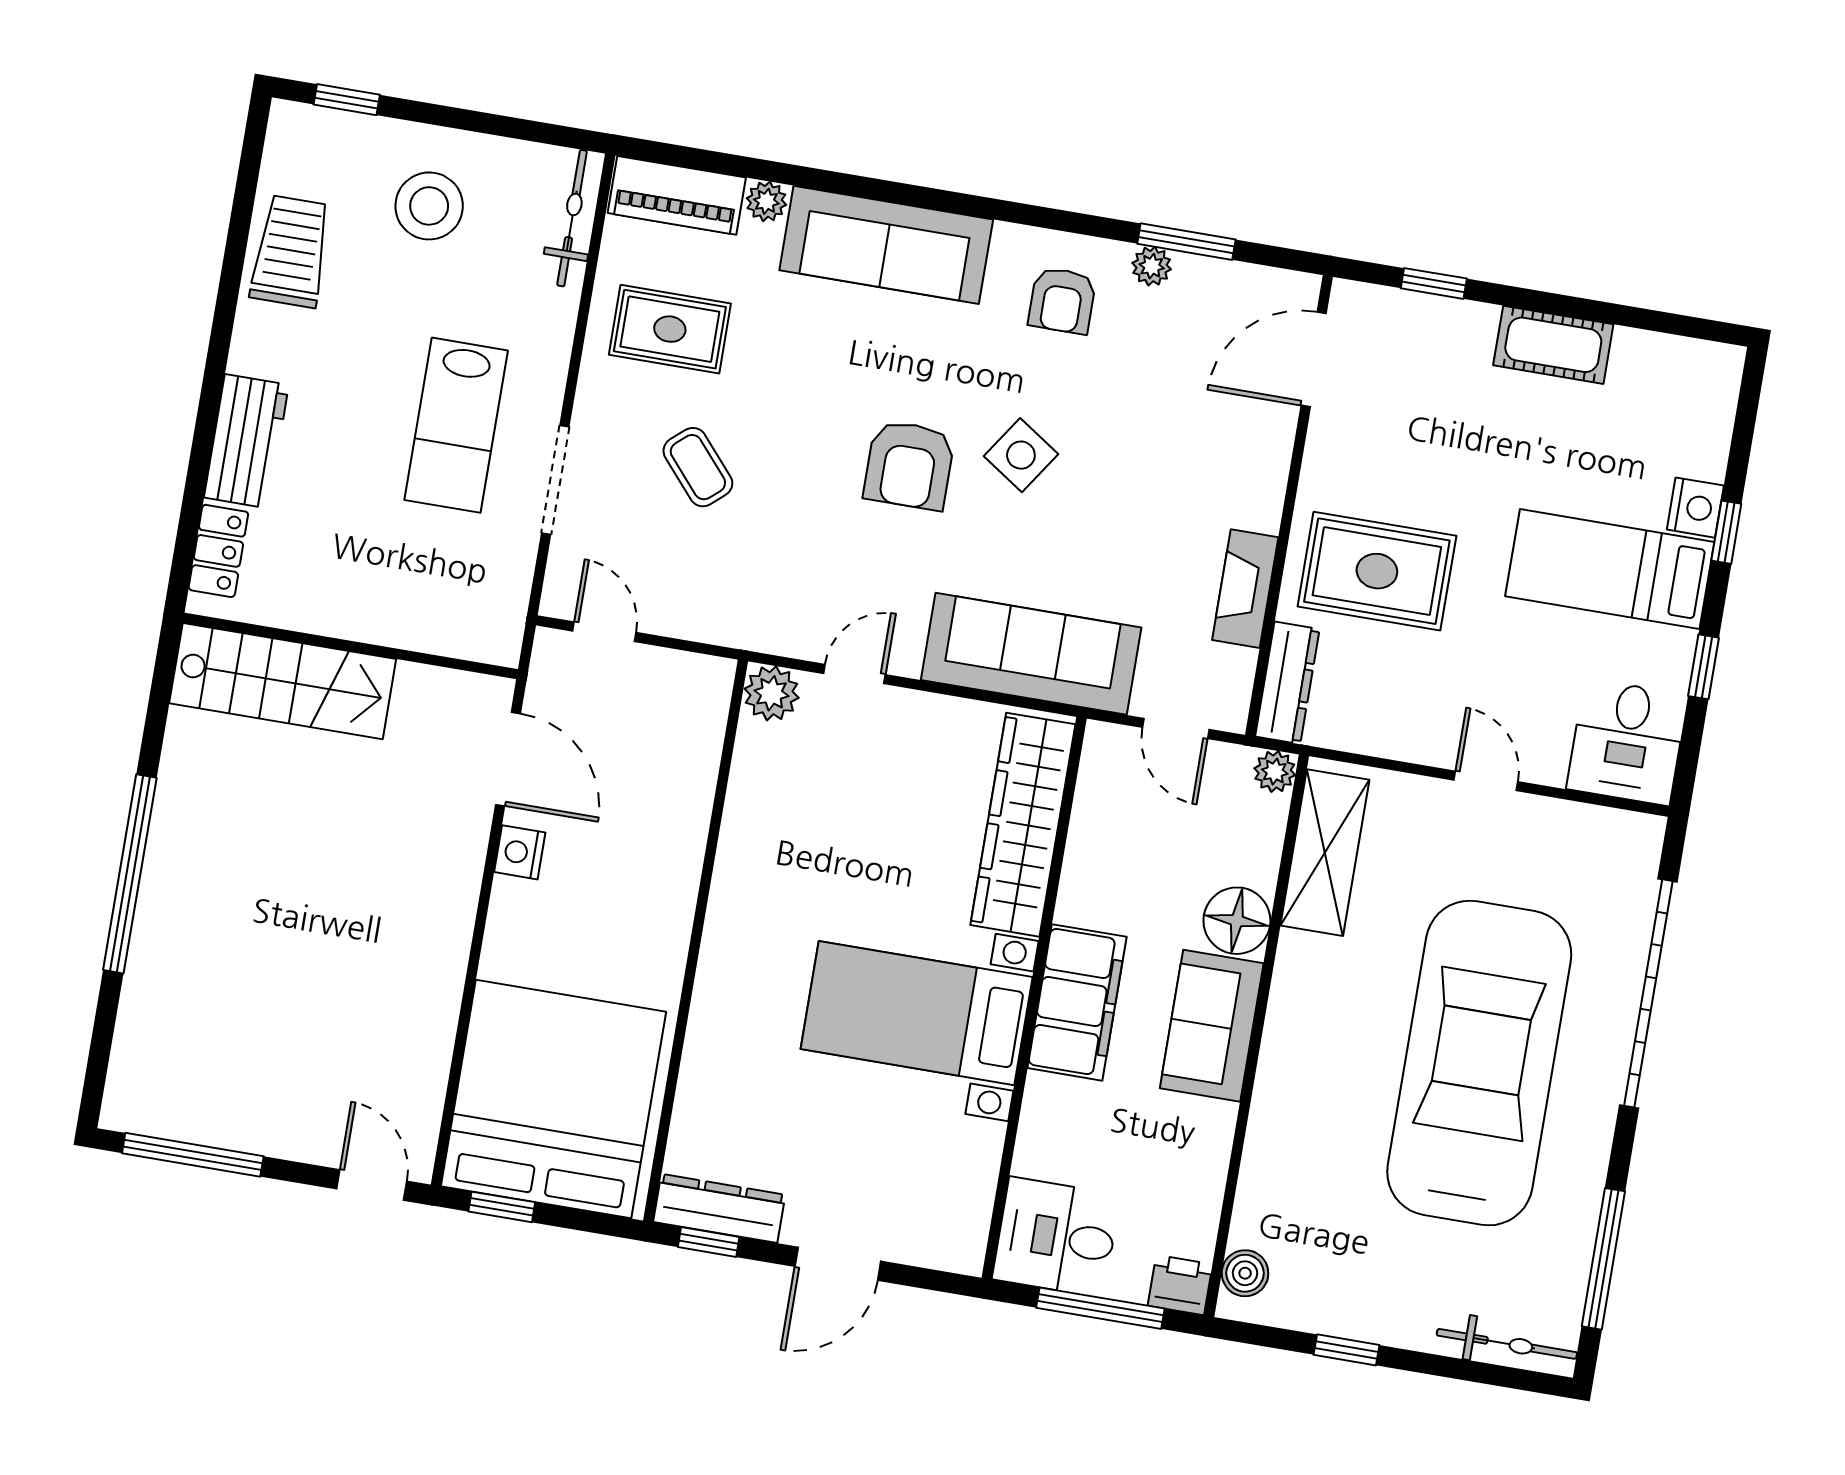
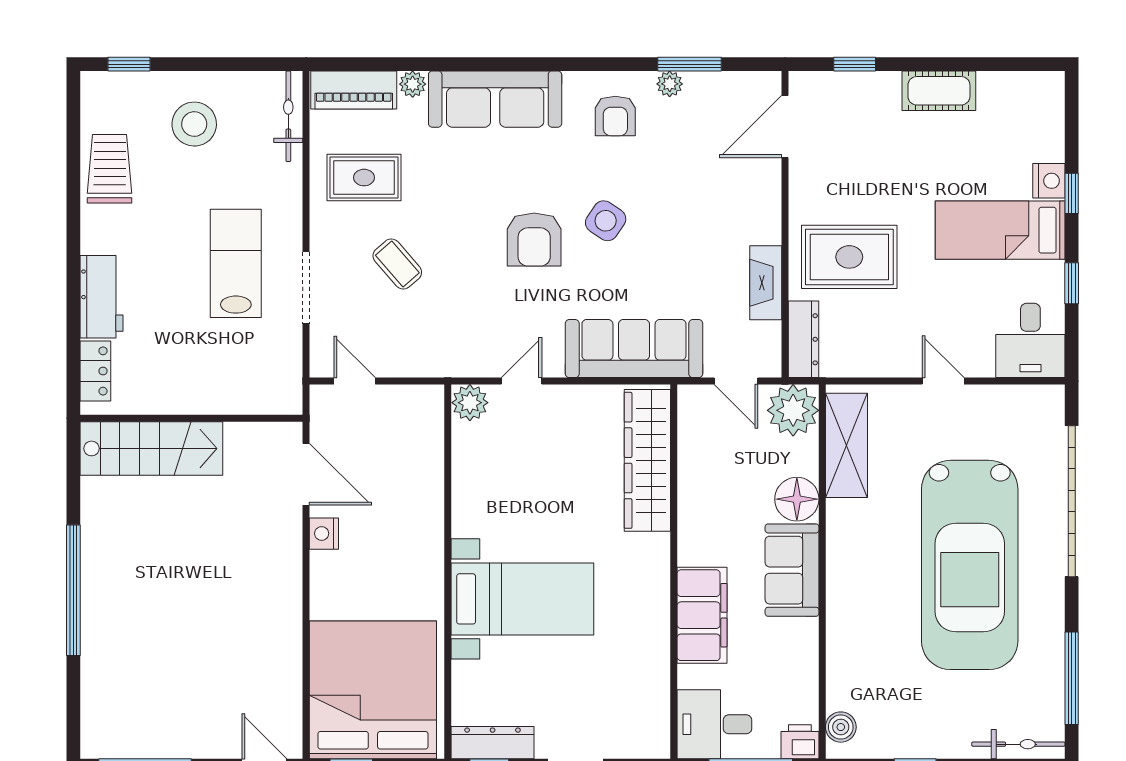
lab bench: (456, 425) -> (236, 263), turned 180
plant: (1275, 772) -> (793, 410), width x1.88, depth x1.88
filing cabinet: (1077, 1002) -> (702, 615), moved
bed with nightstands: (917, 1013) -> (522, 599), moved, turned 180
car: (1479, 1063) -> (970, 565), turned 180

